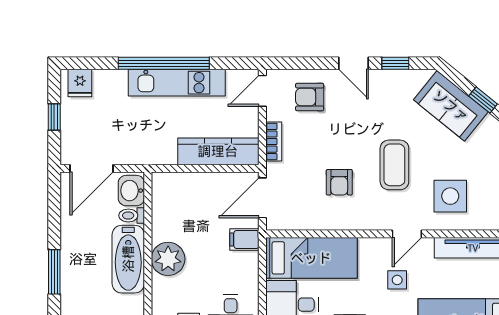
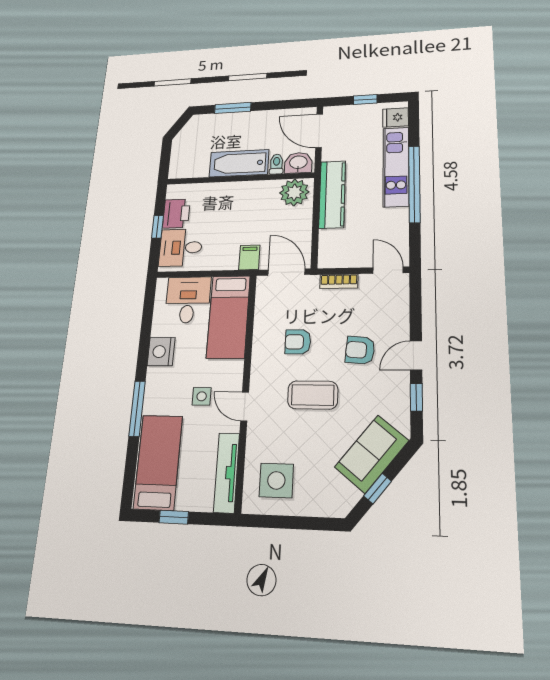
kitchen unit: (177, 83) -> (396, 167), moved
armchair: (310, 97) -> (360, 350), moved, turned -85
kitchen counter: (218, 151) -> (332, 194), moved
side table: (450, 196) -> (276, 480), moved
plant: (168, 259) -> (294, 192), moved

